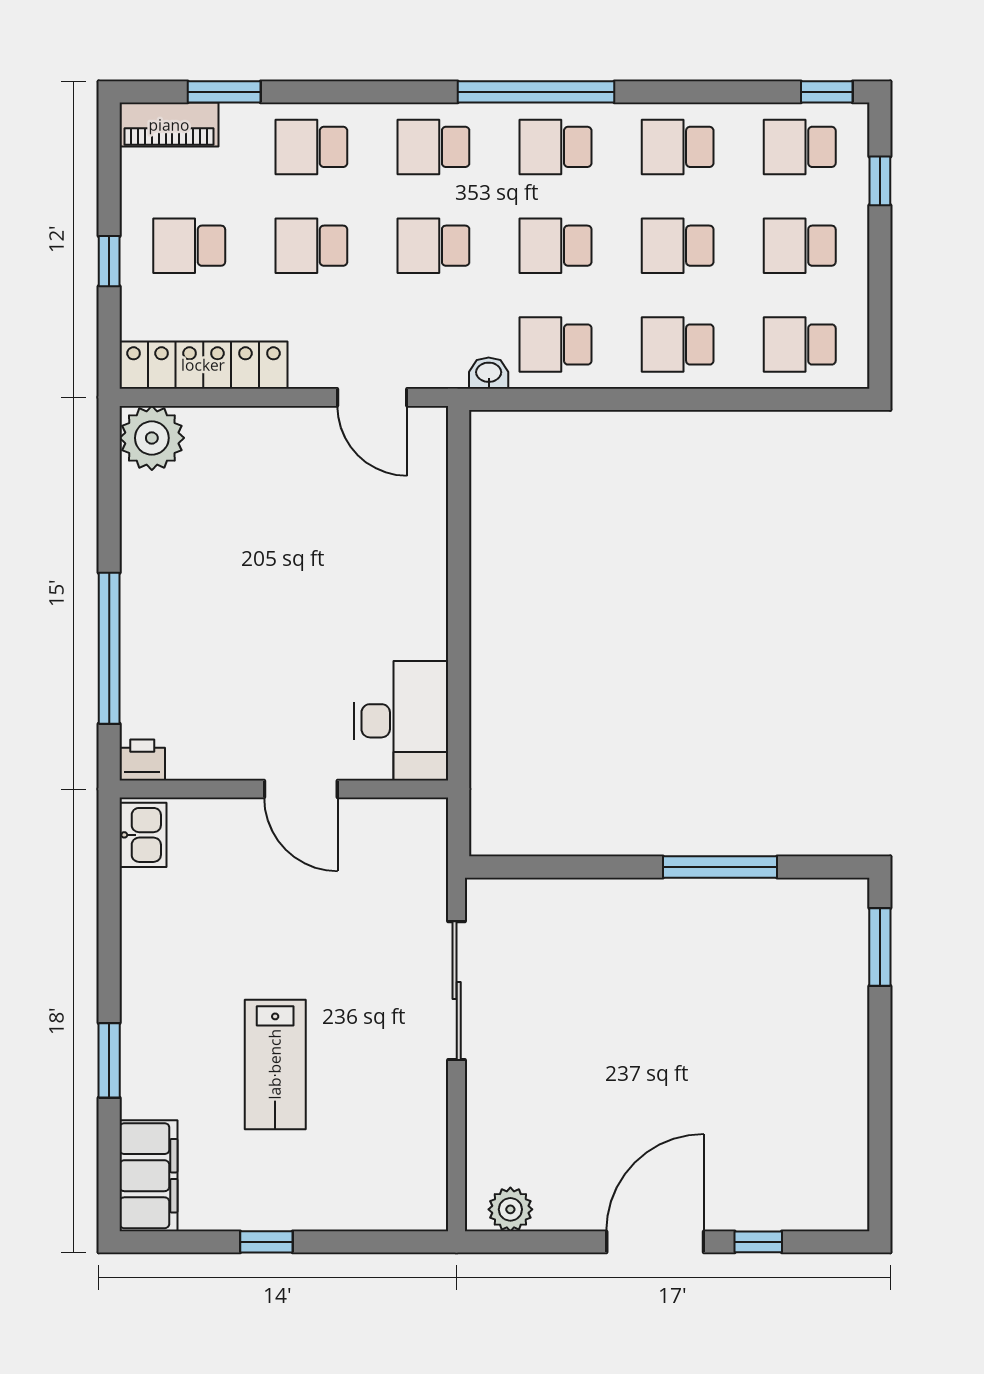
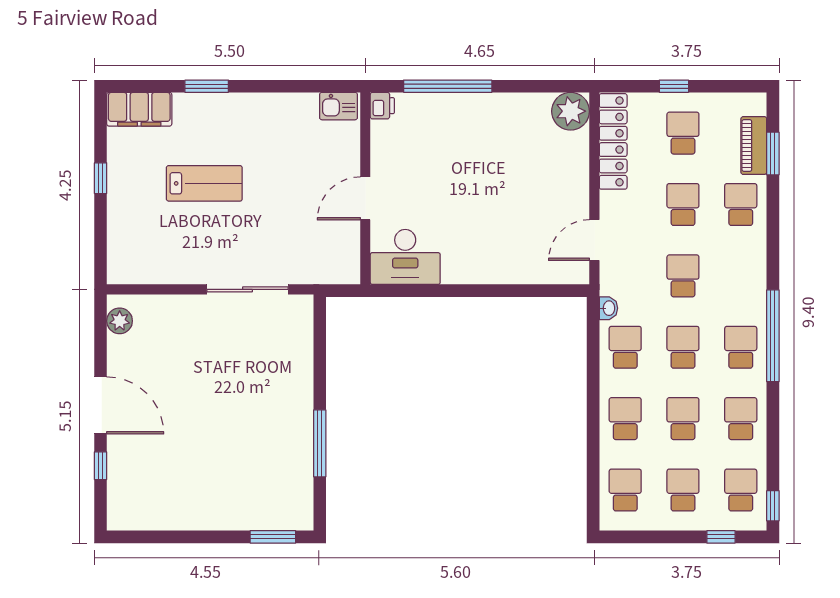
piano: (169, 125) -> (754, 146), moved
school desk: (433, 147) -> (741, 276), removed
lab bench: (275, 1064) -> (204, 183), turned 180

